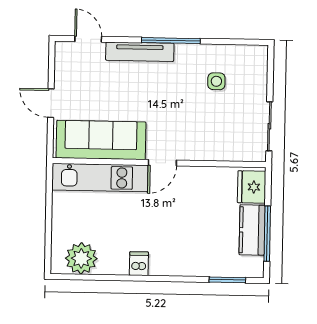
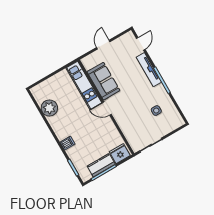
sofa: (101, 140) -> (103, 81), width x0.73
plant: (81, 258) -> (49, 108), moved
dishwasher: (139, 264) -> (67, 143), moved

